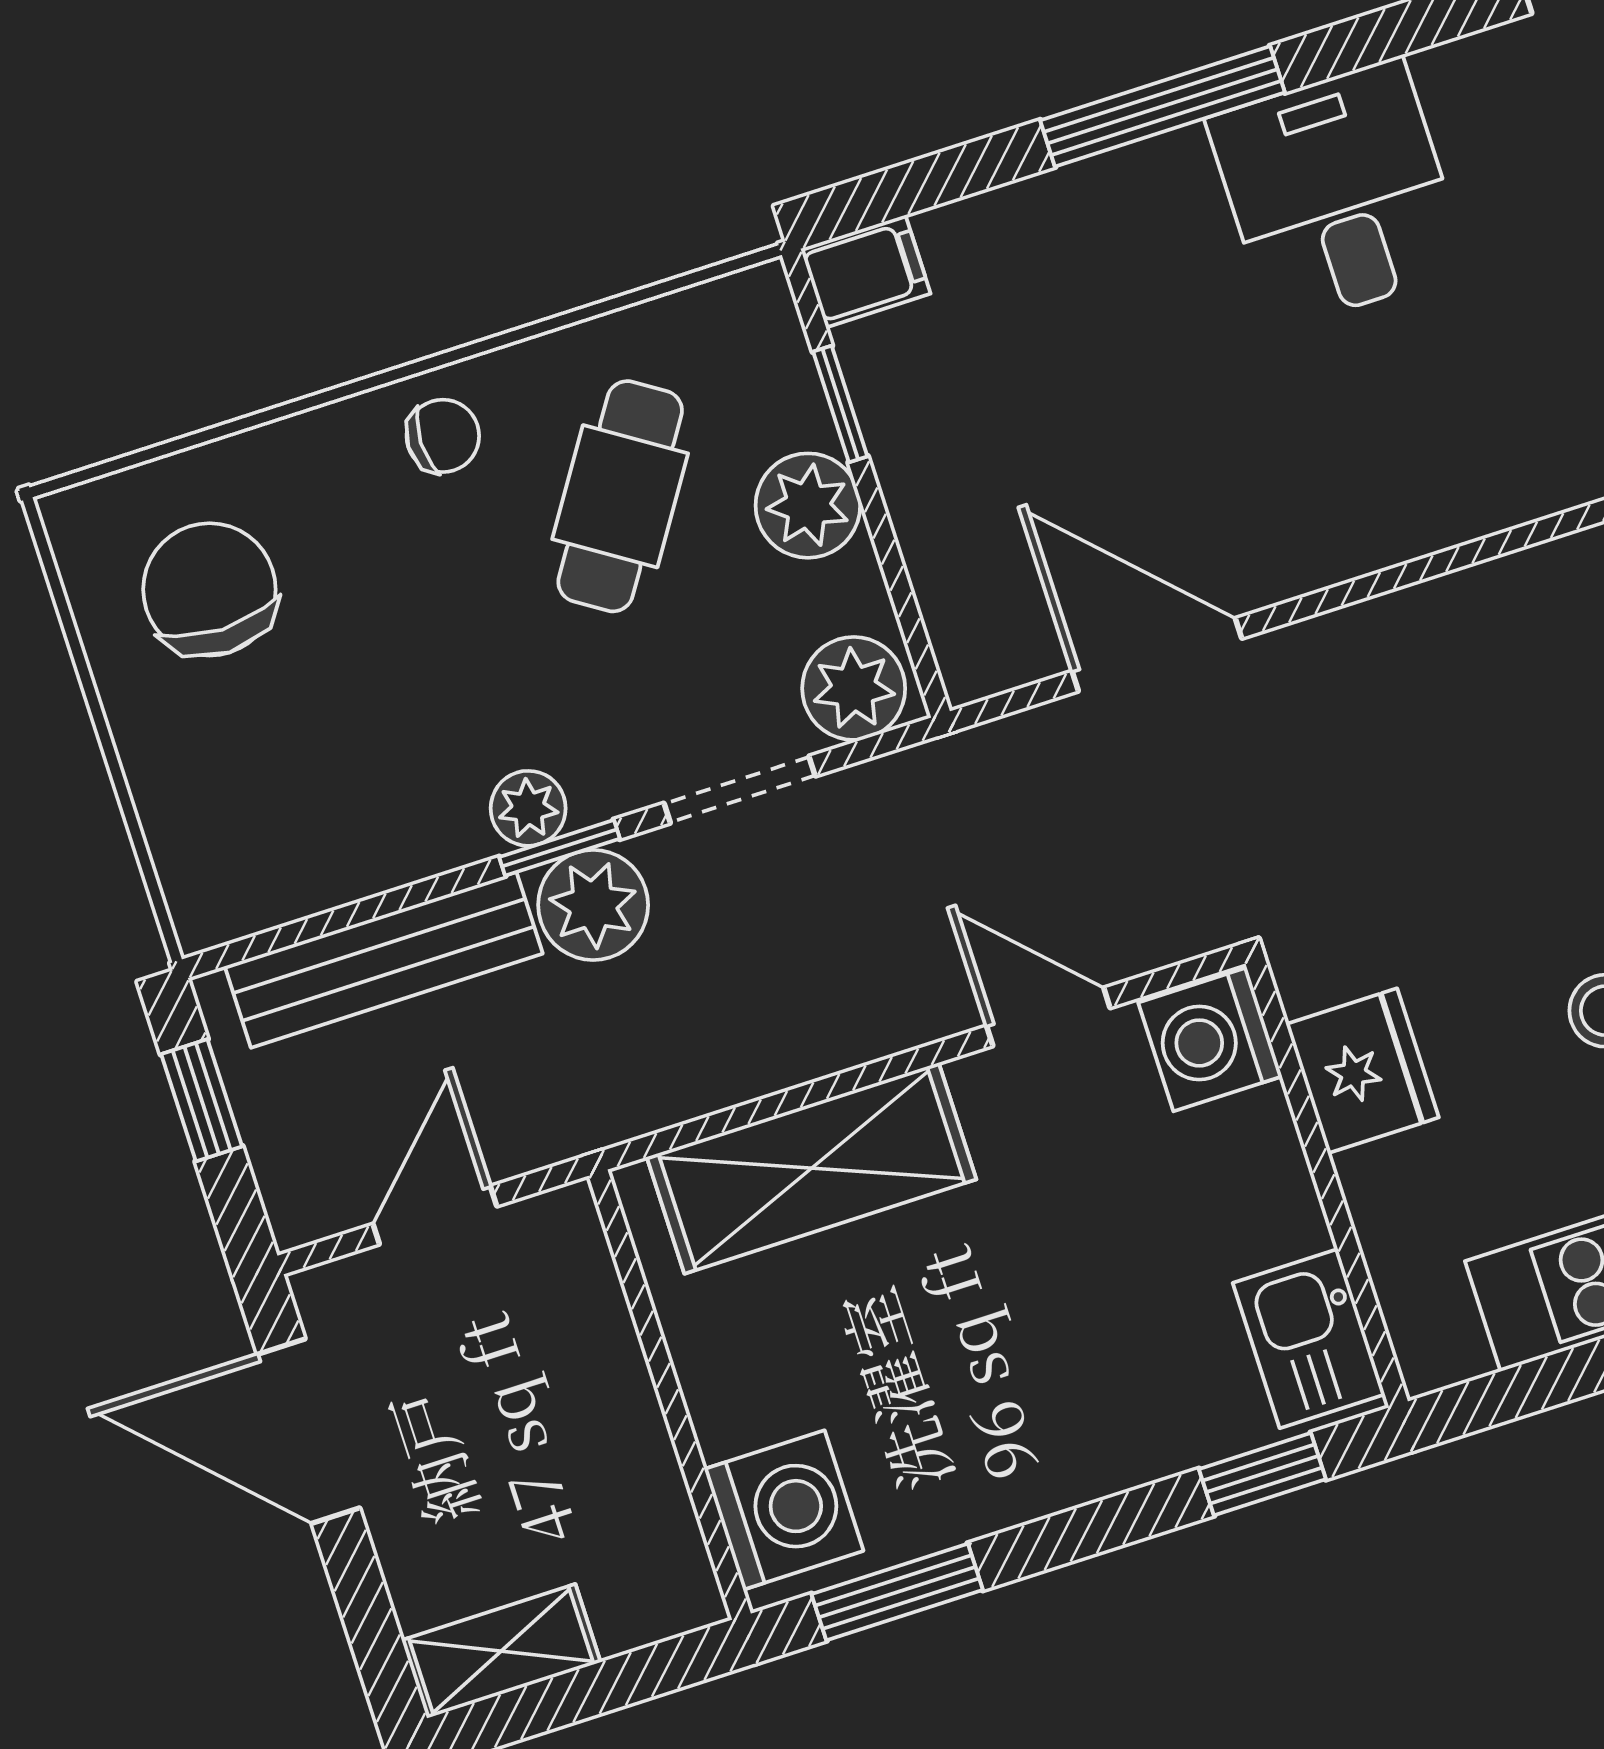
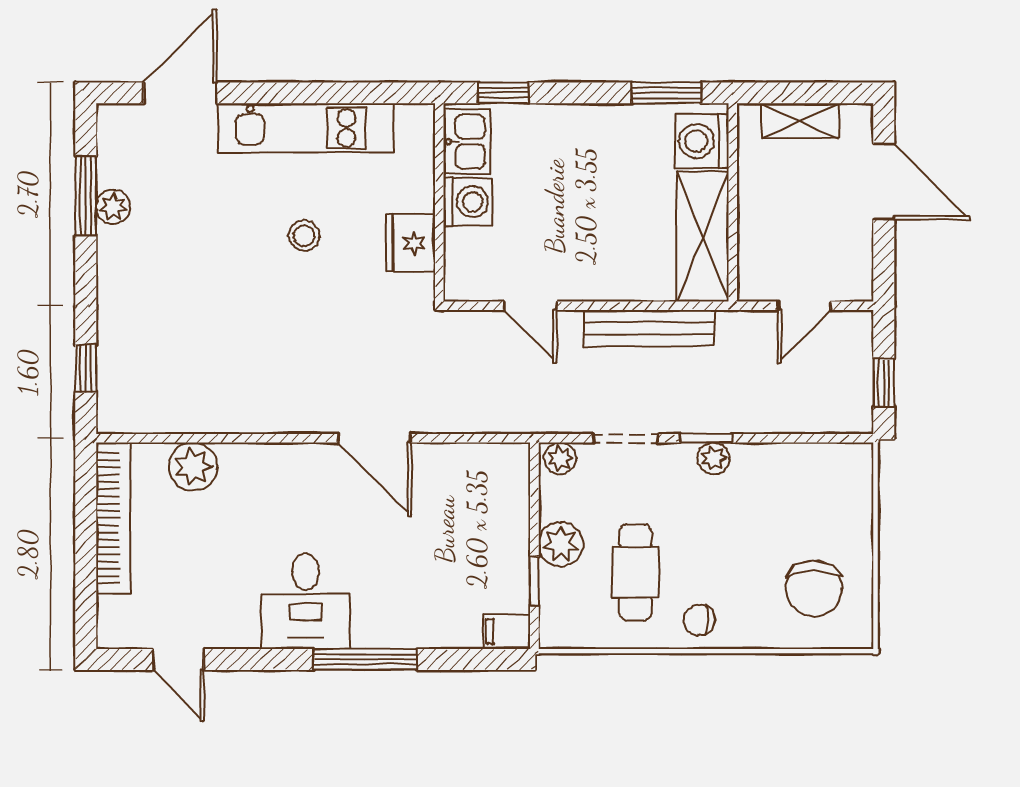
cafe table: (620, 496) -> (636, 573), turned -33
door: (1157, 655) -> (374, 438), moved
plant: (854, 688) -> (560, 458), width x0.73, depth x0.73
plant: (593, 905) -> (700, 411), removed
bench: (384, 960) -> (649, 328), moved
washing machine: (1210, 1039) -> (468, 202), moved
shelving: (811, 1168) -> (703, 236), moved, turned 90
door: (309, 1431) -> (884, 182), moved
shelving: (501, 1651) -> (800, 121), moved

